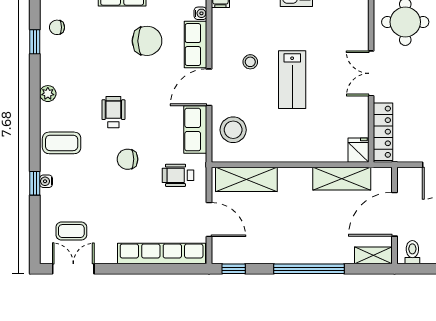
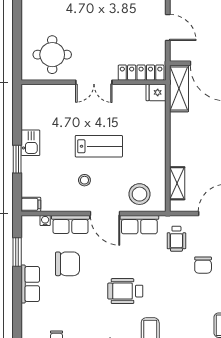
chair: (147, 41) -> (67, 264), turned 90
wheelchair: (113, 112) -> (125, 291), width x1.36, depth x1.37
chair: (127, 159) -> (203, 265), moved
shelving: (246, 179) -> (177, 183), width x0.67, depth x0.75
shelving: (342, 179) -> (179, 89), moved

